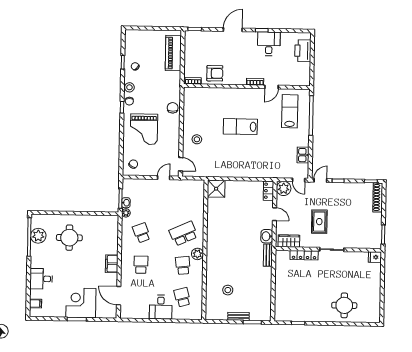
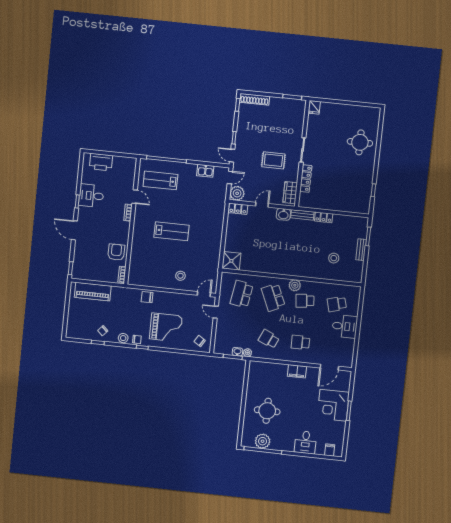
lab bench: (240, 127) -> (171, 231), turned -90
school desk: (184, 202) -> (242, 294), added
school desk: (141, 233) -> (269, 339), turned 45
locker: (267, 276) -> (324, 217), added

